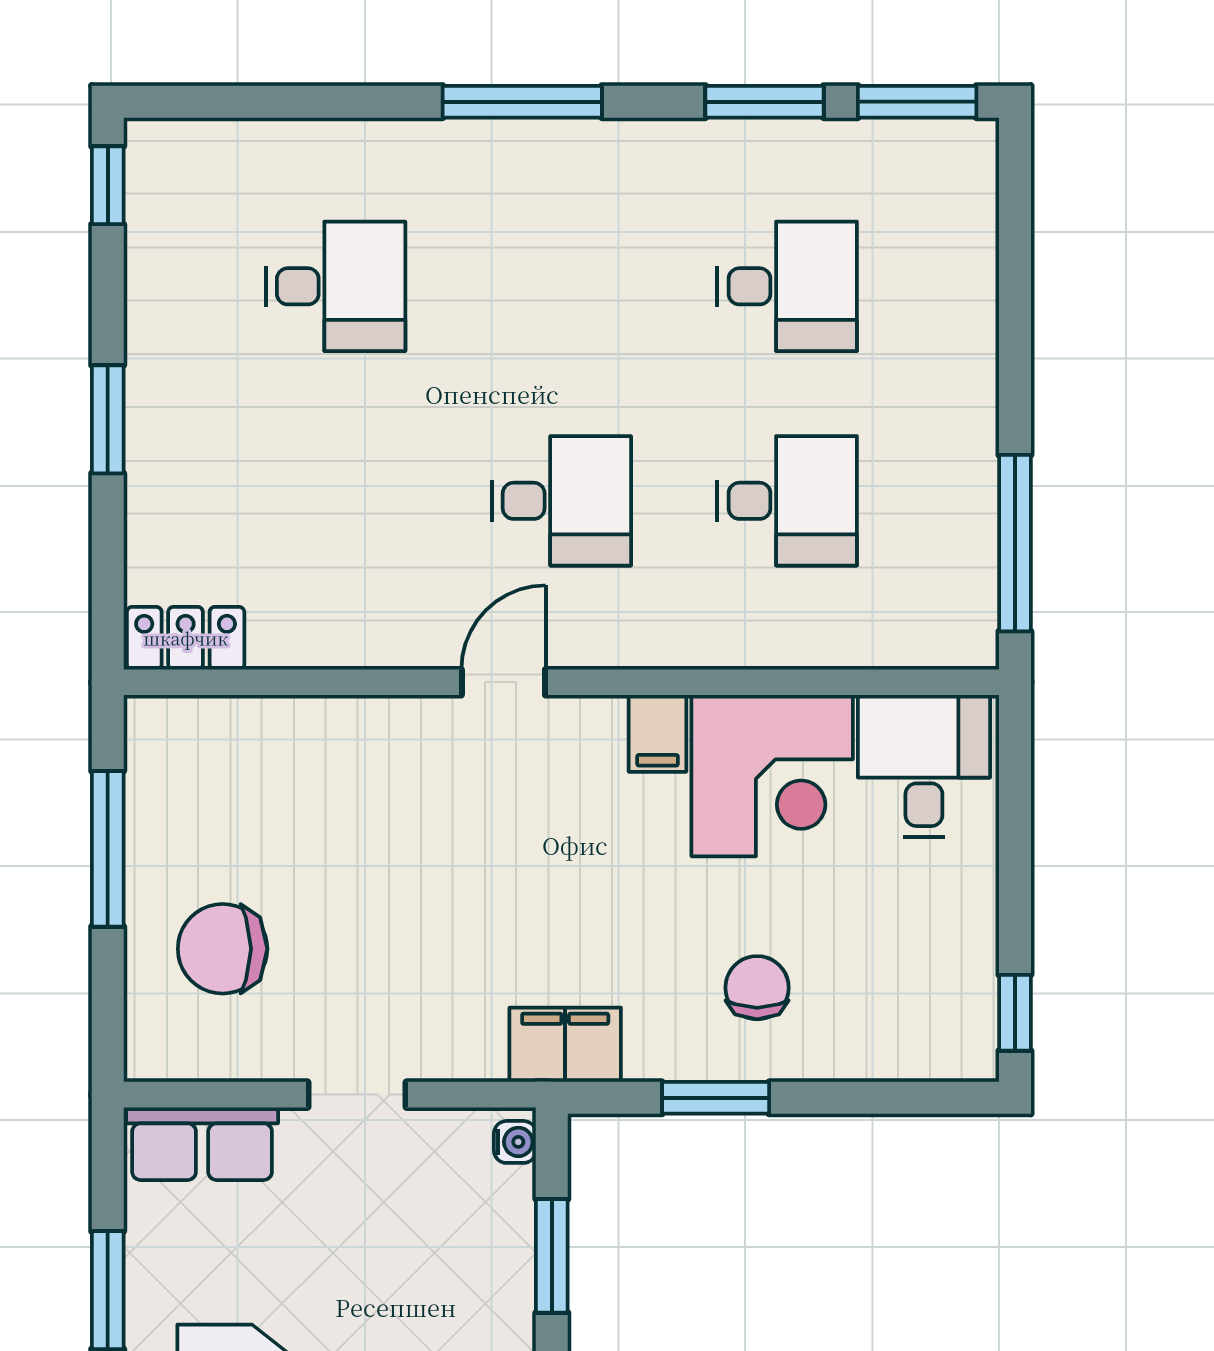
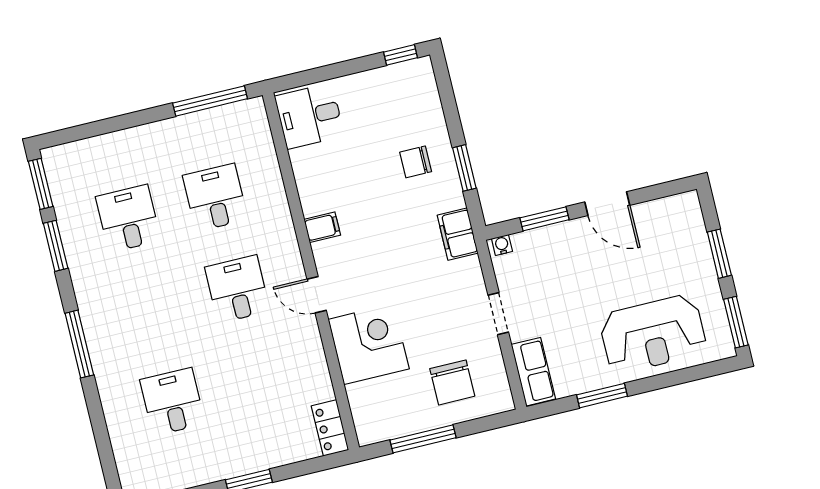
corner desk: (772, 776) -> (369, 344), moved

